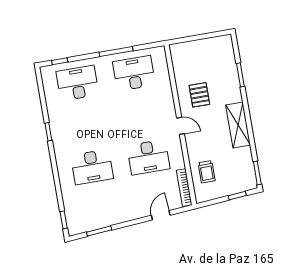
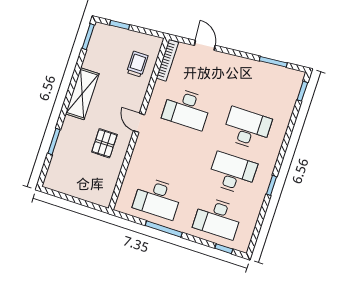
desk: (85, 125) -> (232, 173), added
desk: (148, 157) -> (187, 109), turned 180
door: (161, 215) -> (205, 45), swing flipped

